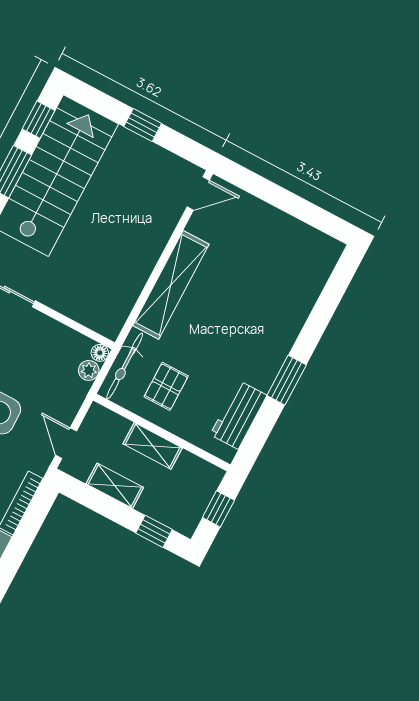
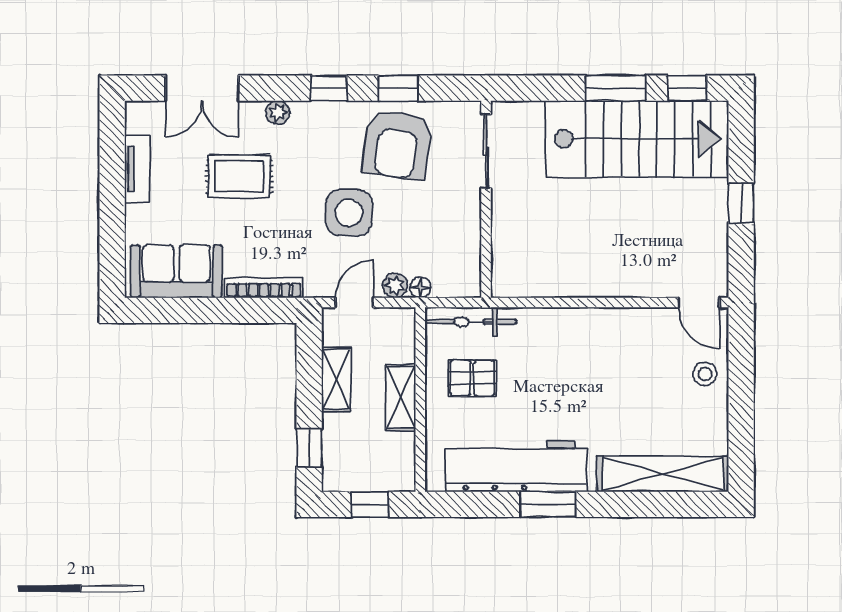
stool: (252, 216) -> (705, 374), added
shelving: (171, 285) -> (663, 474), moved
floor lamp: (100, 353) -> (420, 287), moved
plant: (89, 370) -> (395, 285), moved
workbench: (238, 415) -> (516, 466), width x1.88, depth x1.32

